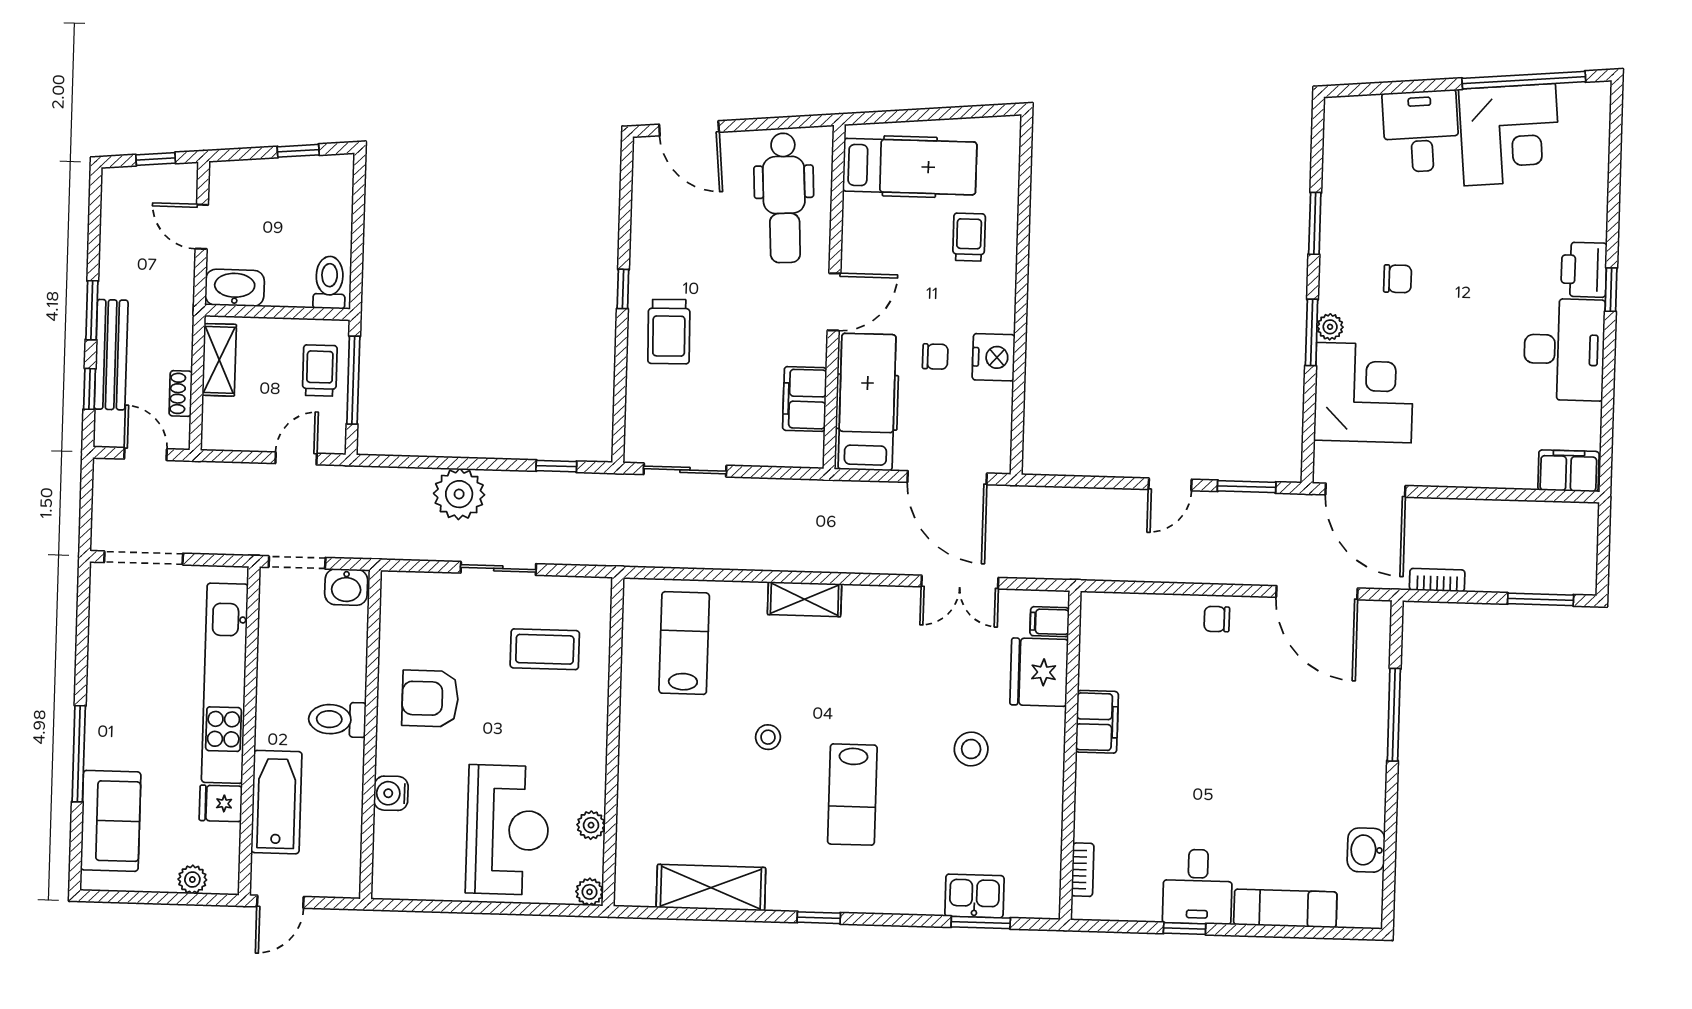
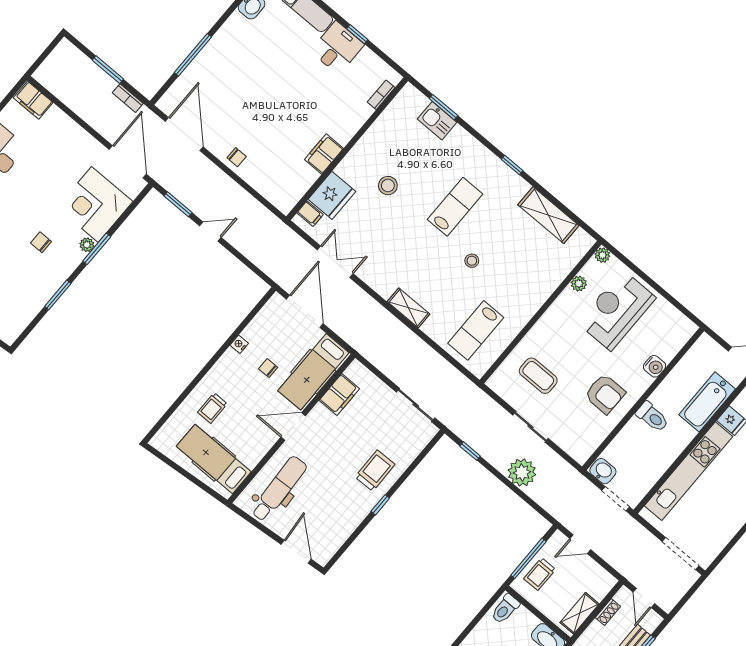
nightstand: (994, 357) -> (239, 344), width x0.53, depth x0.56
window: (1541, 599) -> (108, 70), moved

